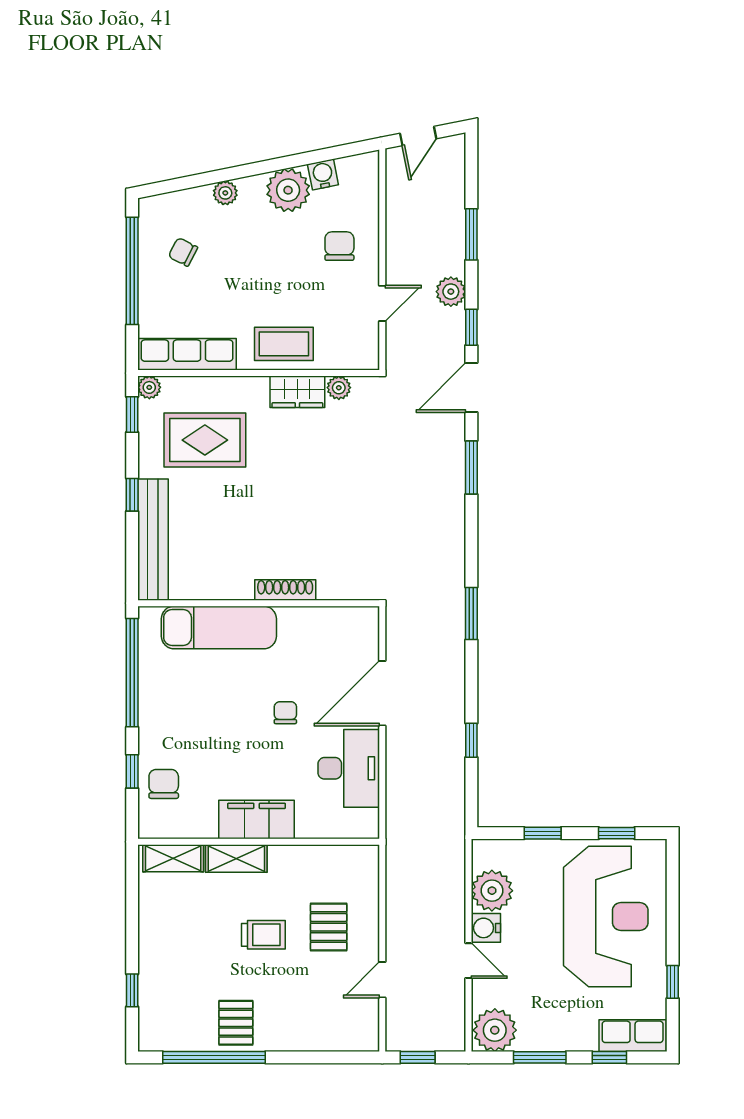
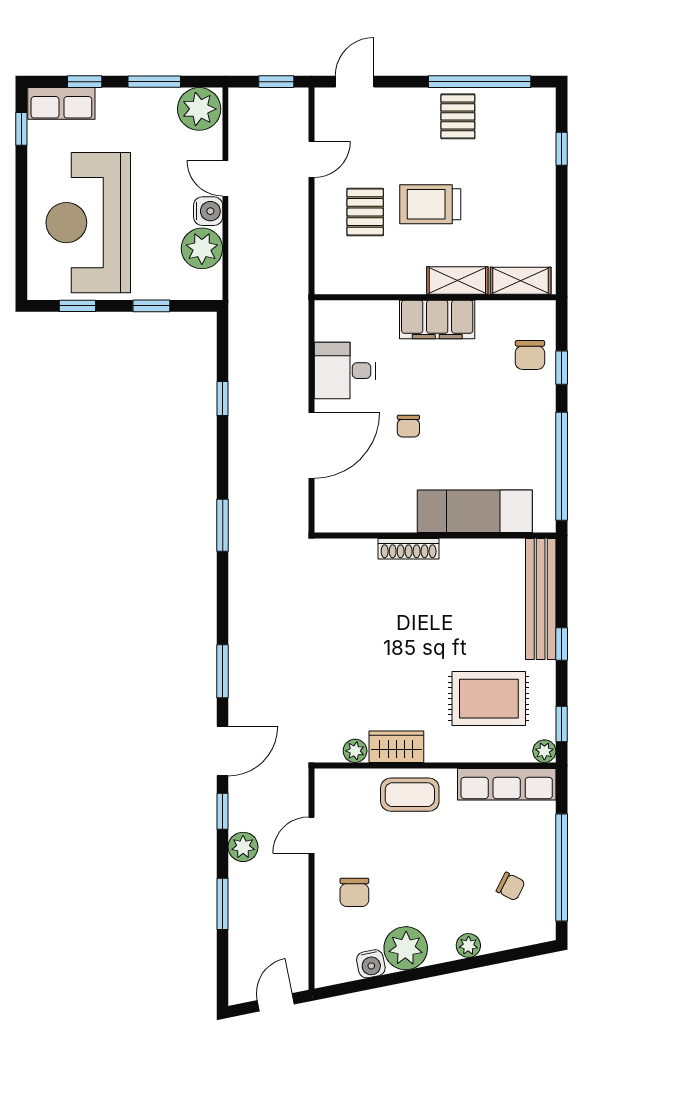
desk: (349, 768) -> (345, 371), width x0.73
trolley: (263, 935) -> (430, 204), width x1.36, depth x1.39
window: (673, 982) -> (21, 129), moved
door: (339, 1057) -> (355, 82), added

